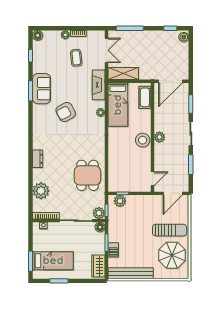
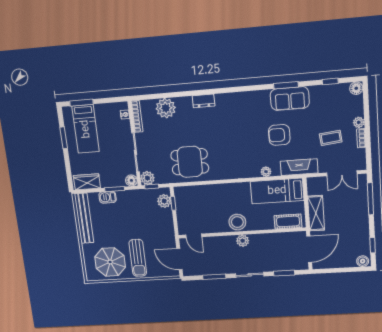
shelving: (123, 74) -> (316, 213), moved
door: (170, 81) -> (309, 249), swing flipped
armchair: (66, 112) -> (279, 135), moved, turned -62

